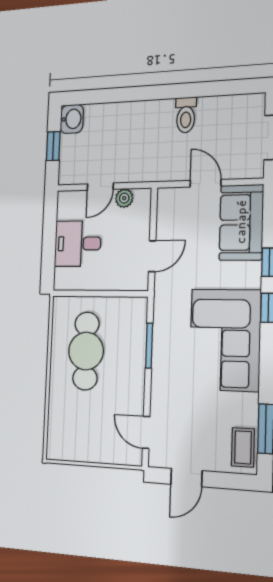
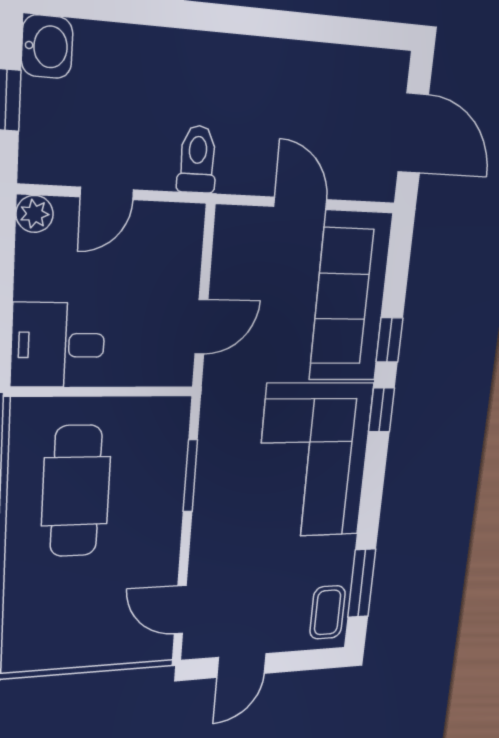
toilet: (186, 115) -> (197, 159), moved, turned 180
plant: (124, 198) -> (35, 214), moved
sofa: (241, 222) -> (351, 297), width x1.36
desk: (78, 244) -> (58, 345), moved

